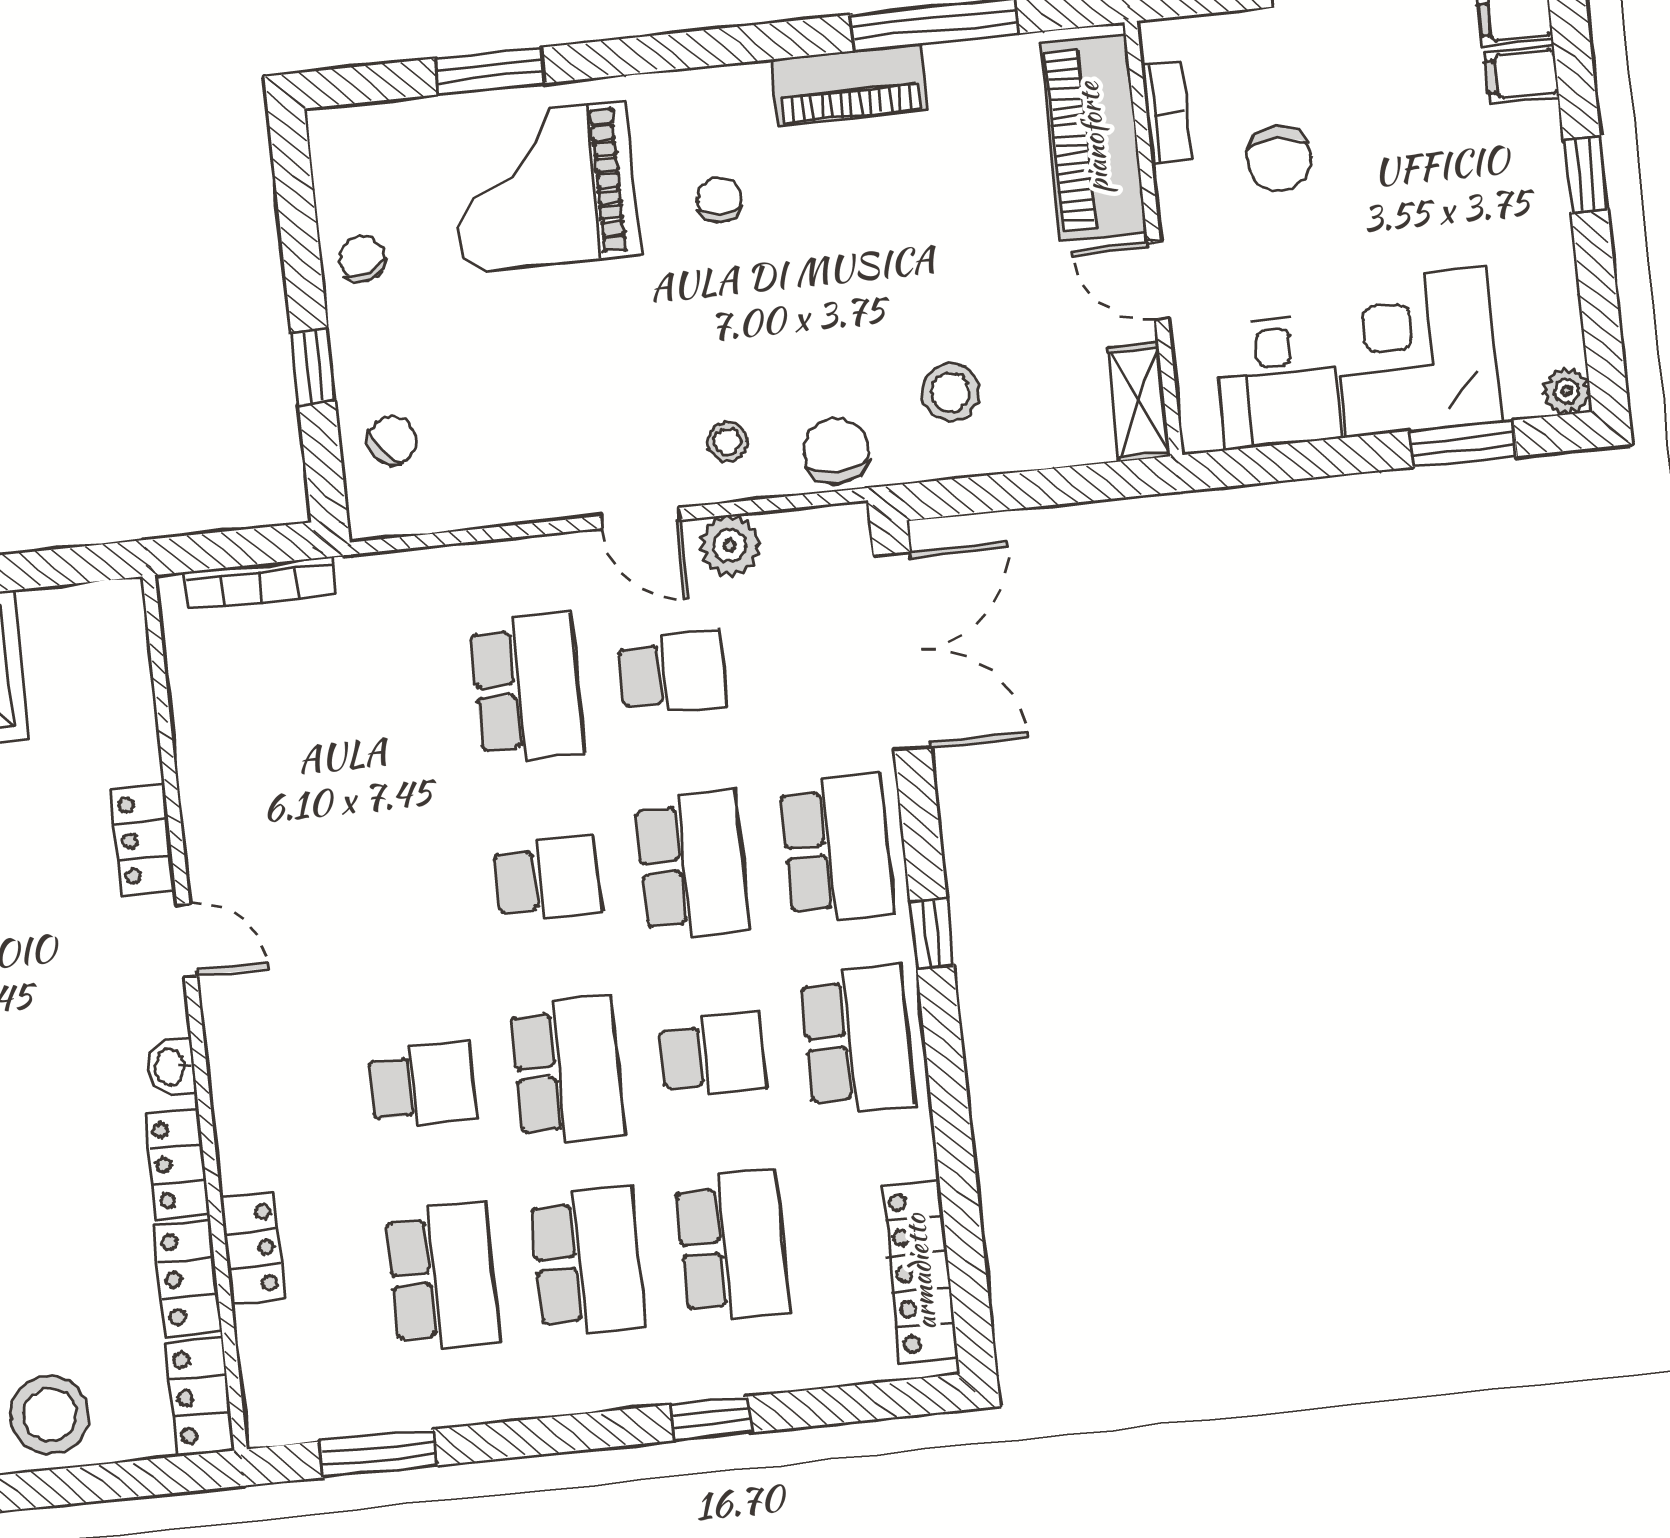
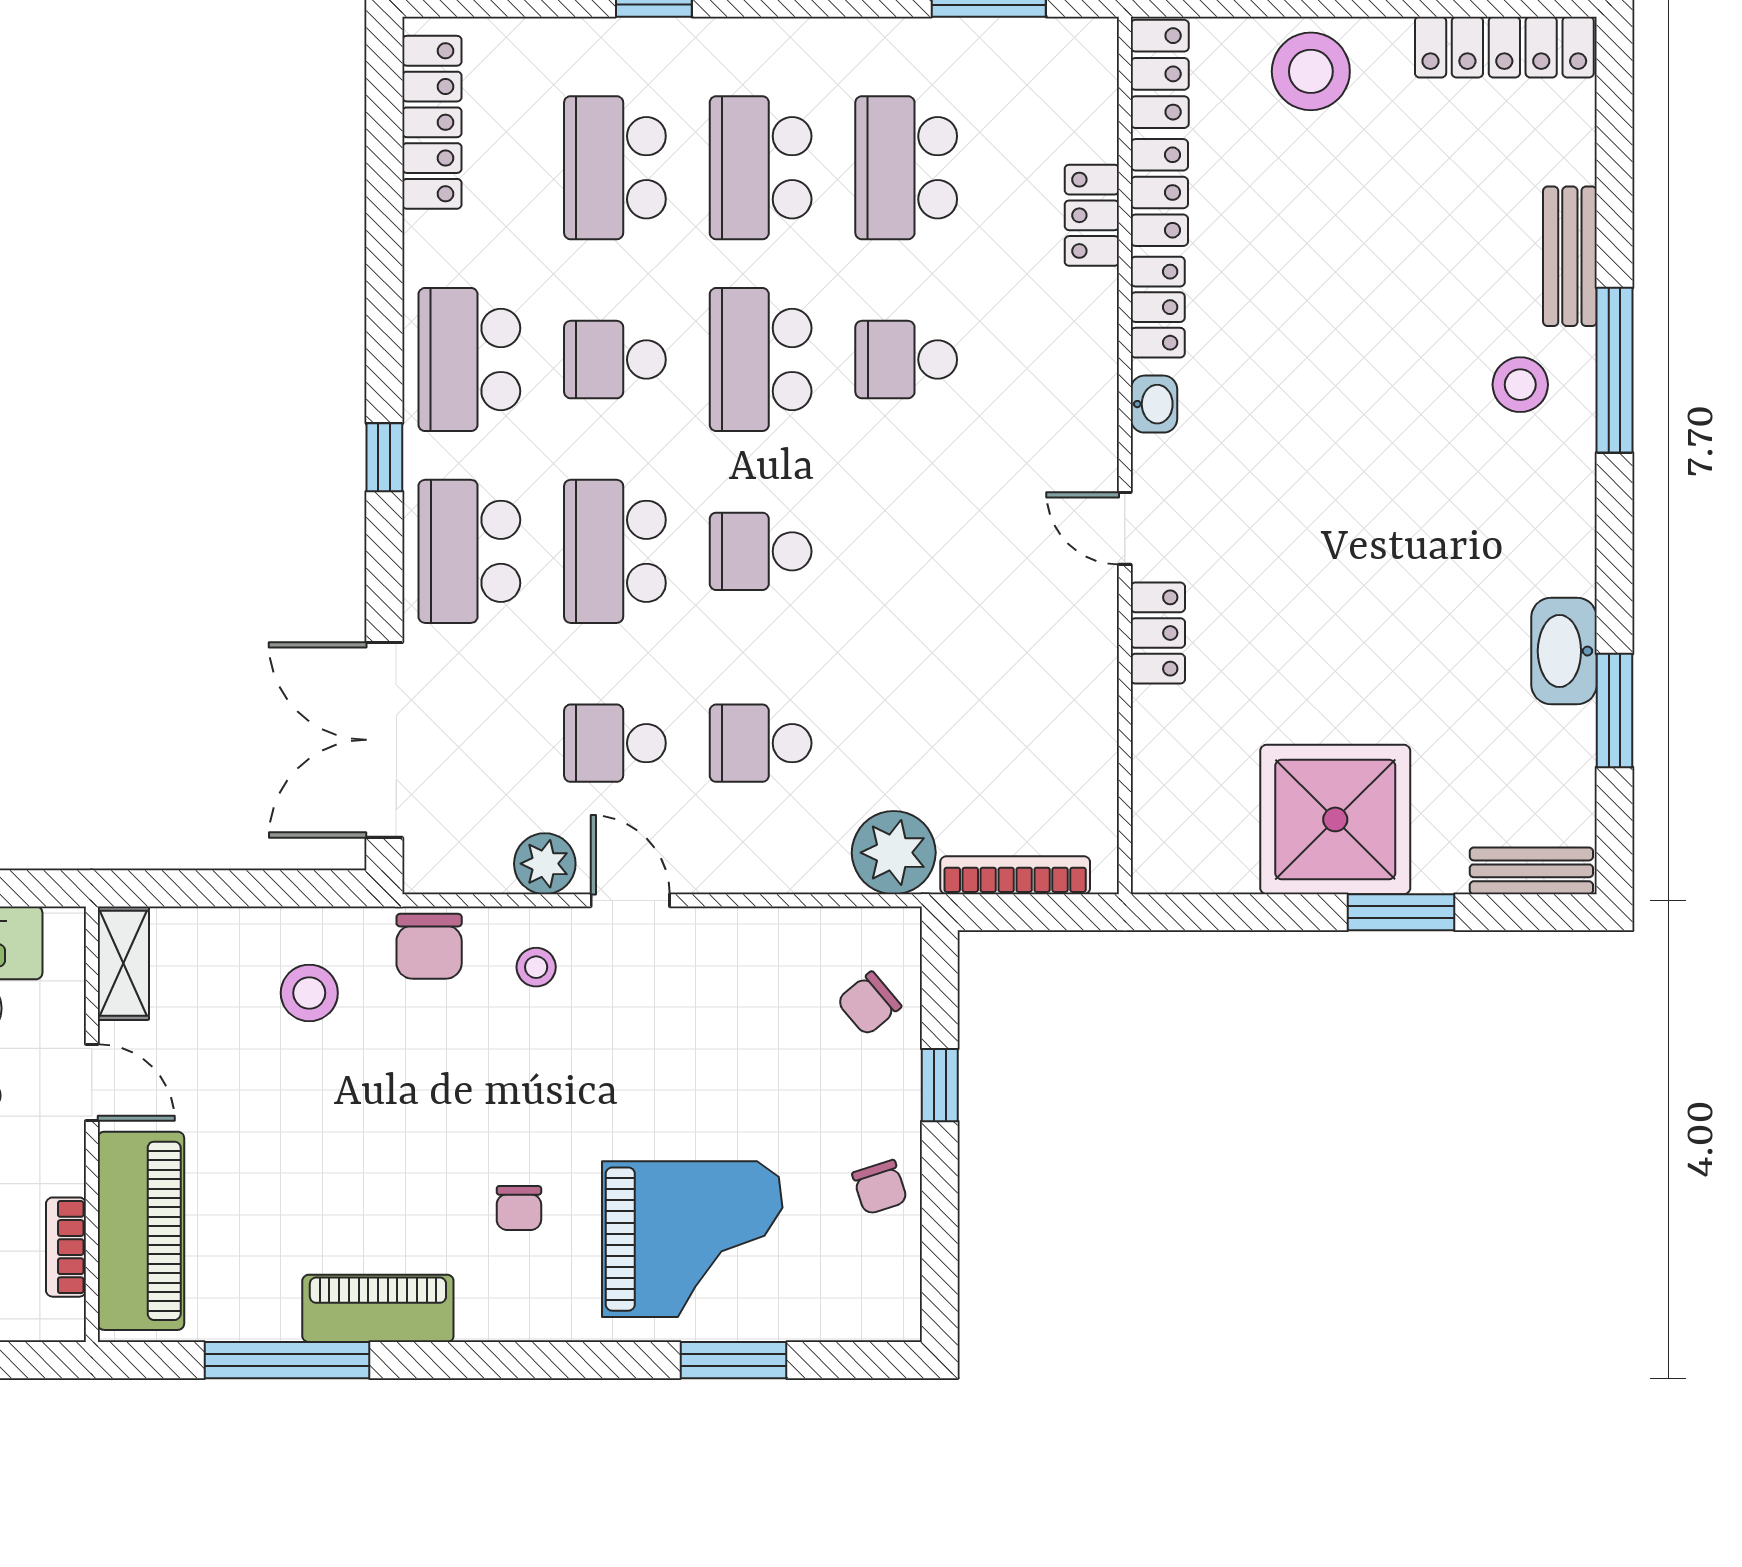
plant: (383, 593) -> (894, 853), added
school desk: (527, 688) -> (761, 743), width x0.54

